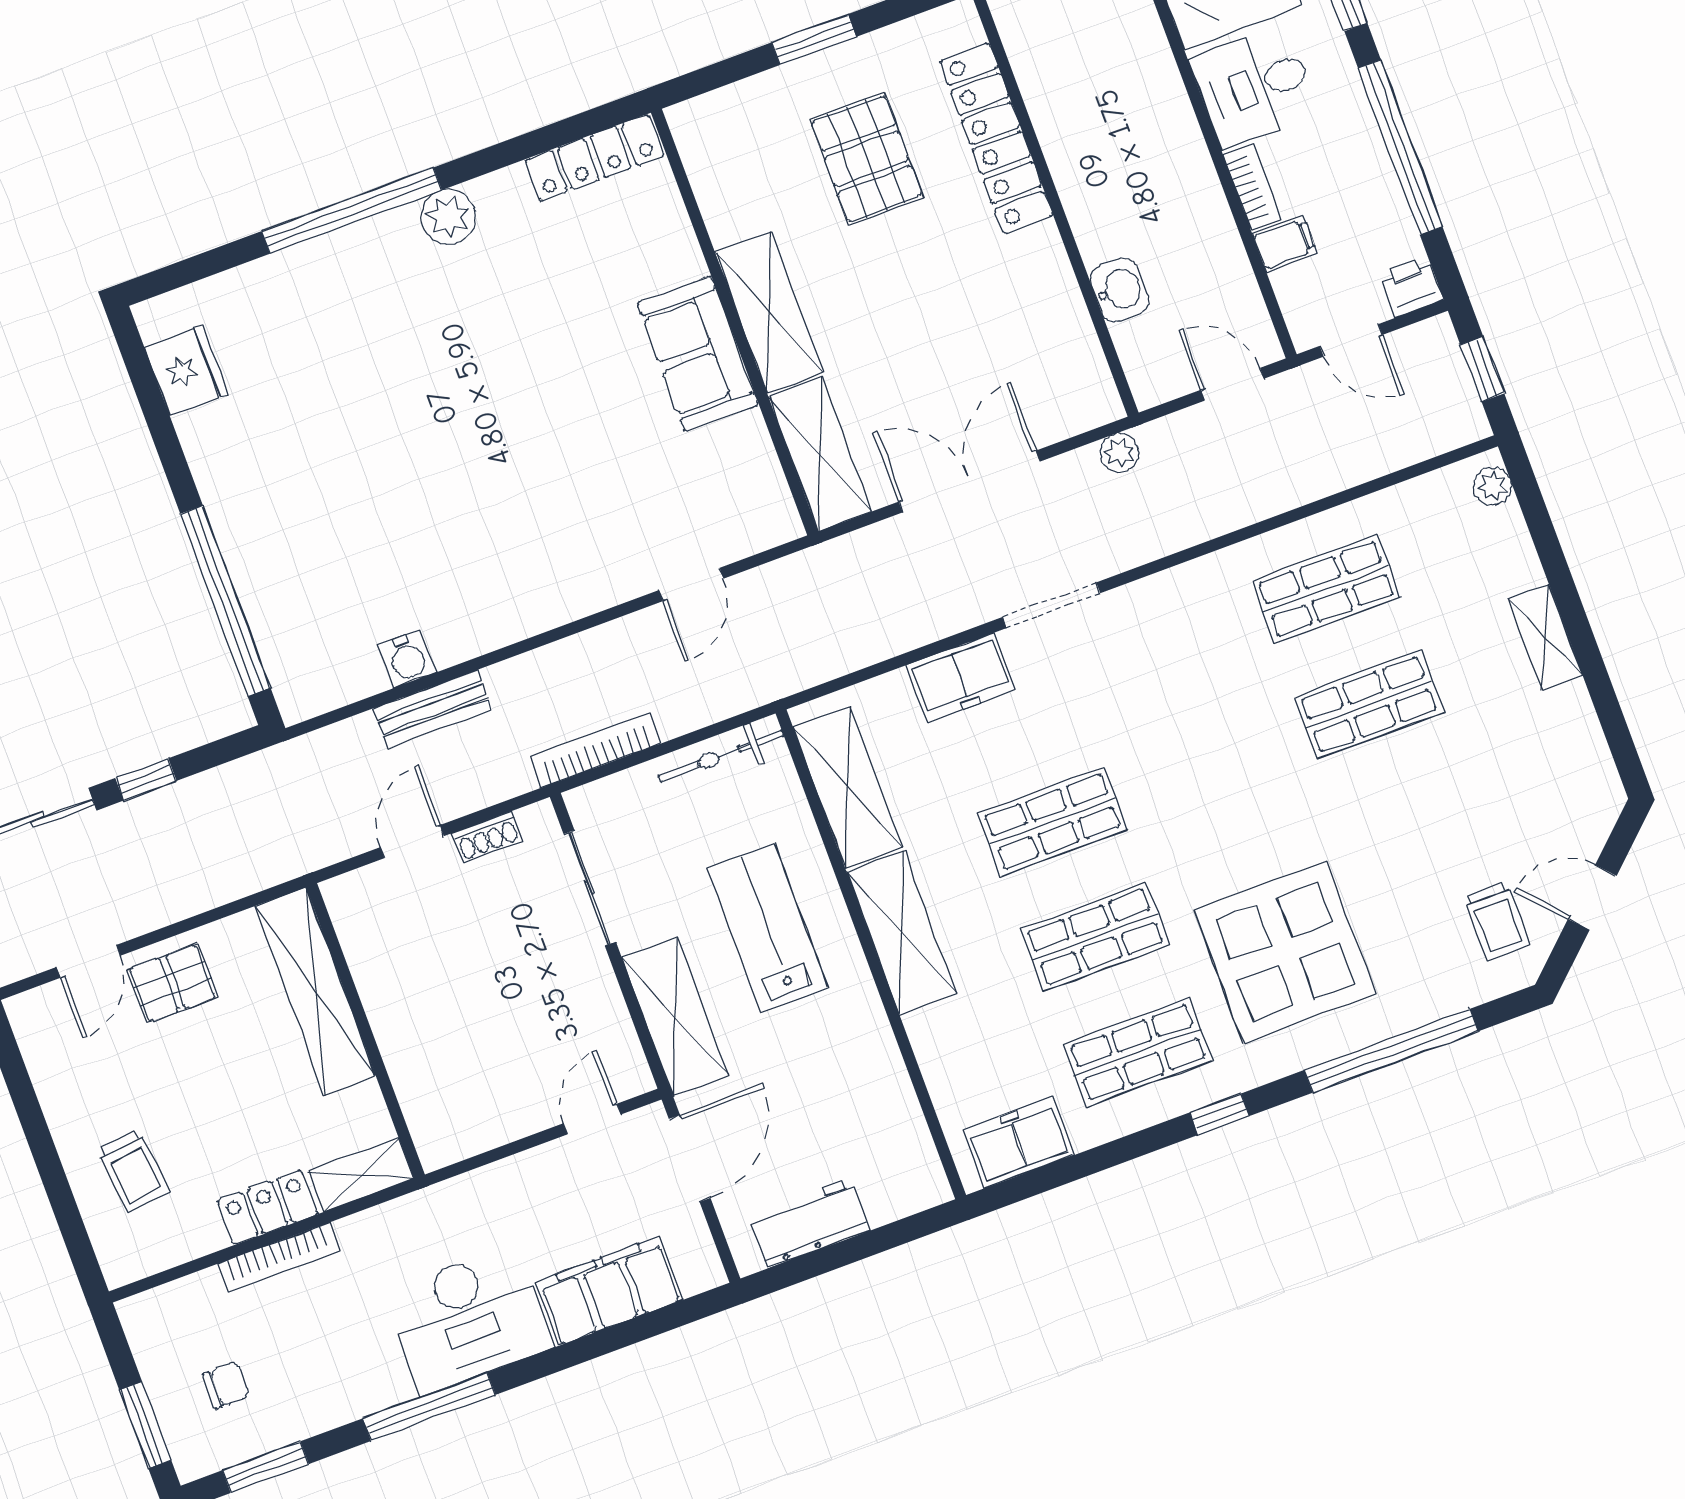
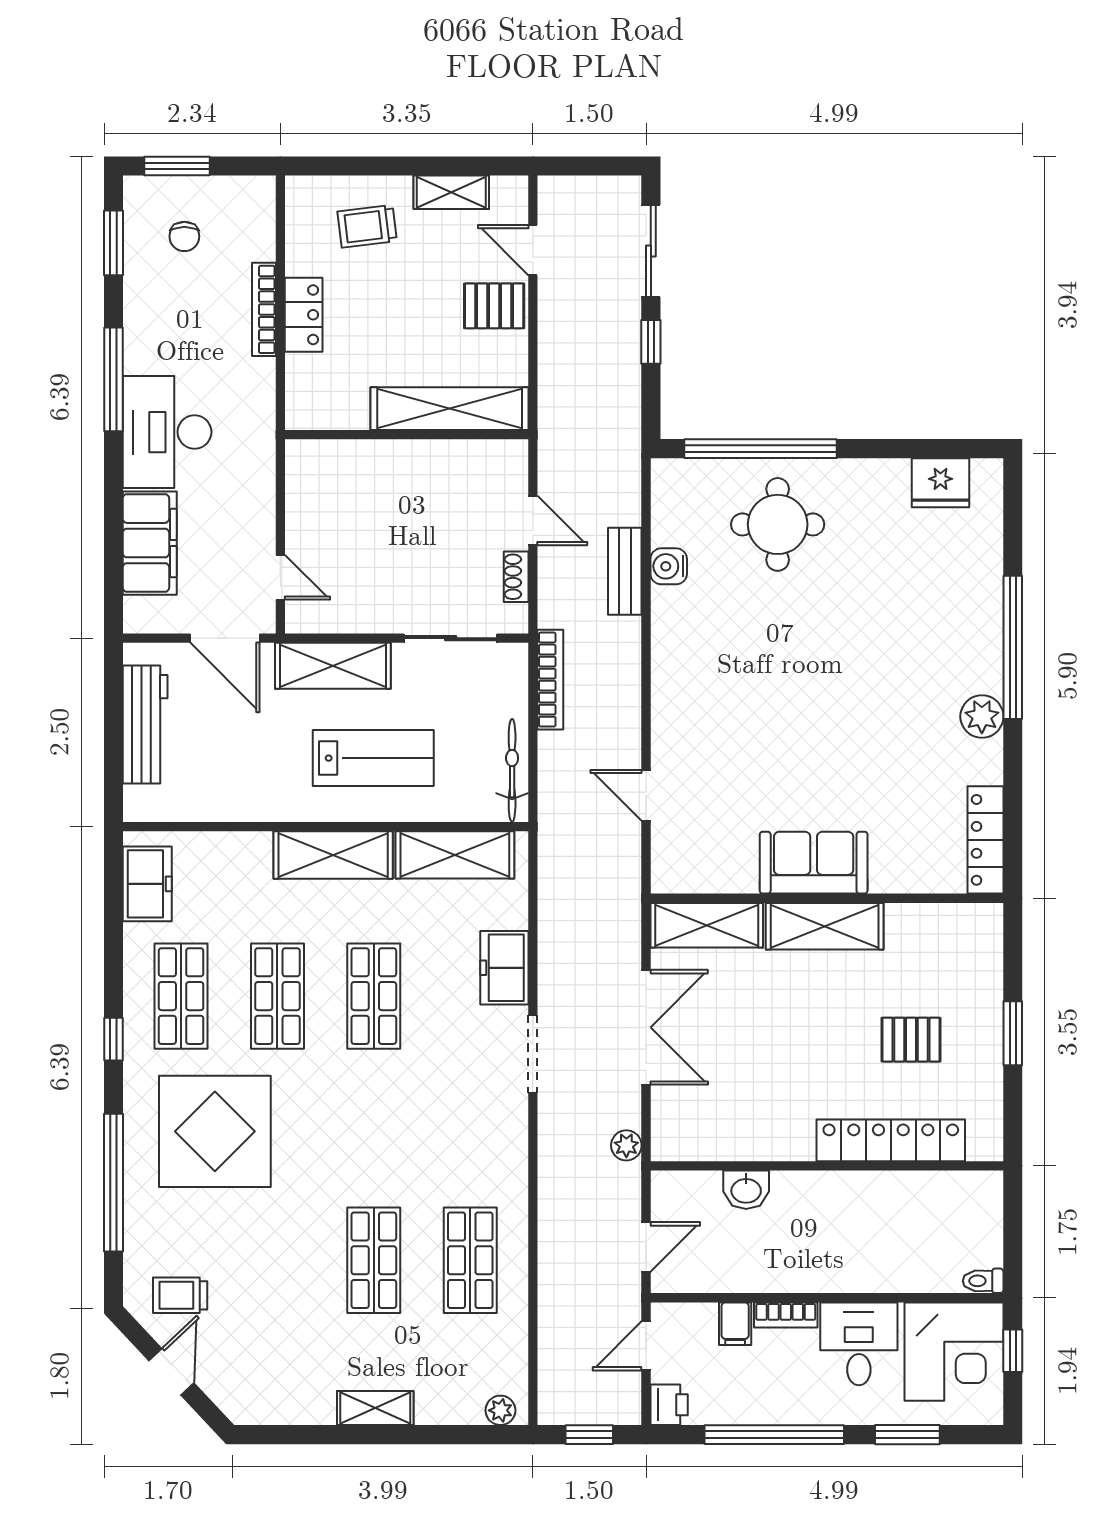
pallet: (867, 159) -> (911, 1040), width x0.67, depth x0.71
round table: (309, 547) -> (778, 524), added
pallet: (172, 983) -> (494, 306), turned 90
shelving: (361, 1175) -> (451, 192), moved, turned 90
workbench: (809, 1223) -> (145, 724), width x1.38

